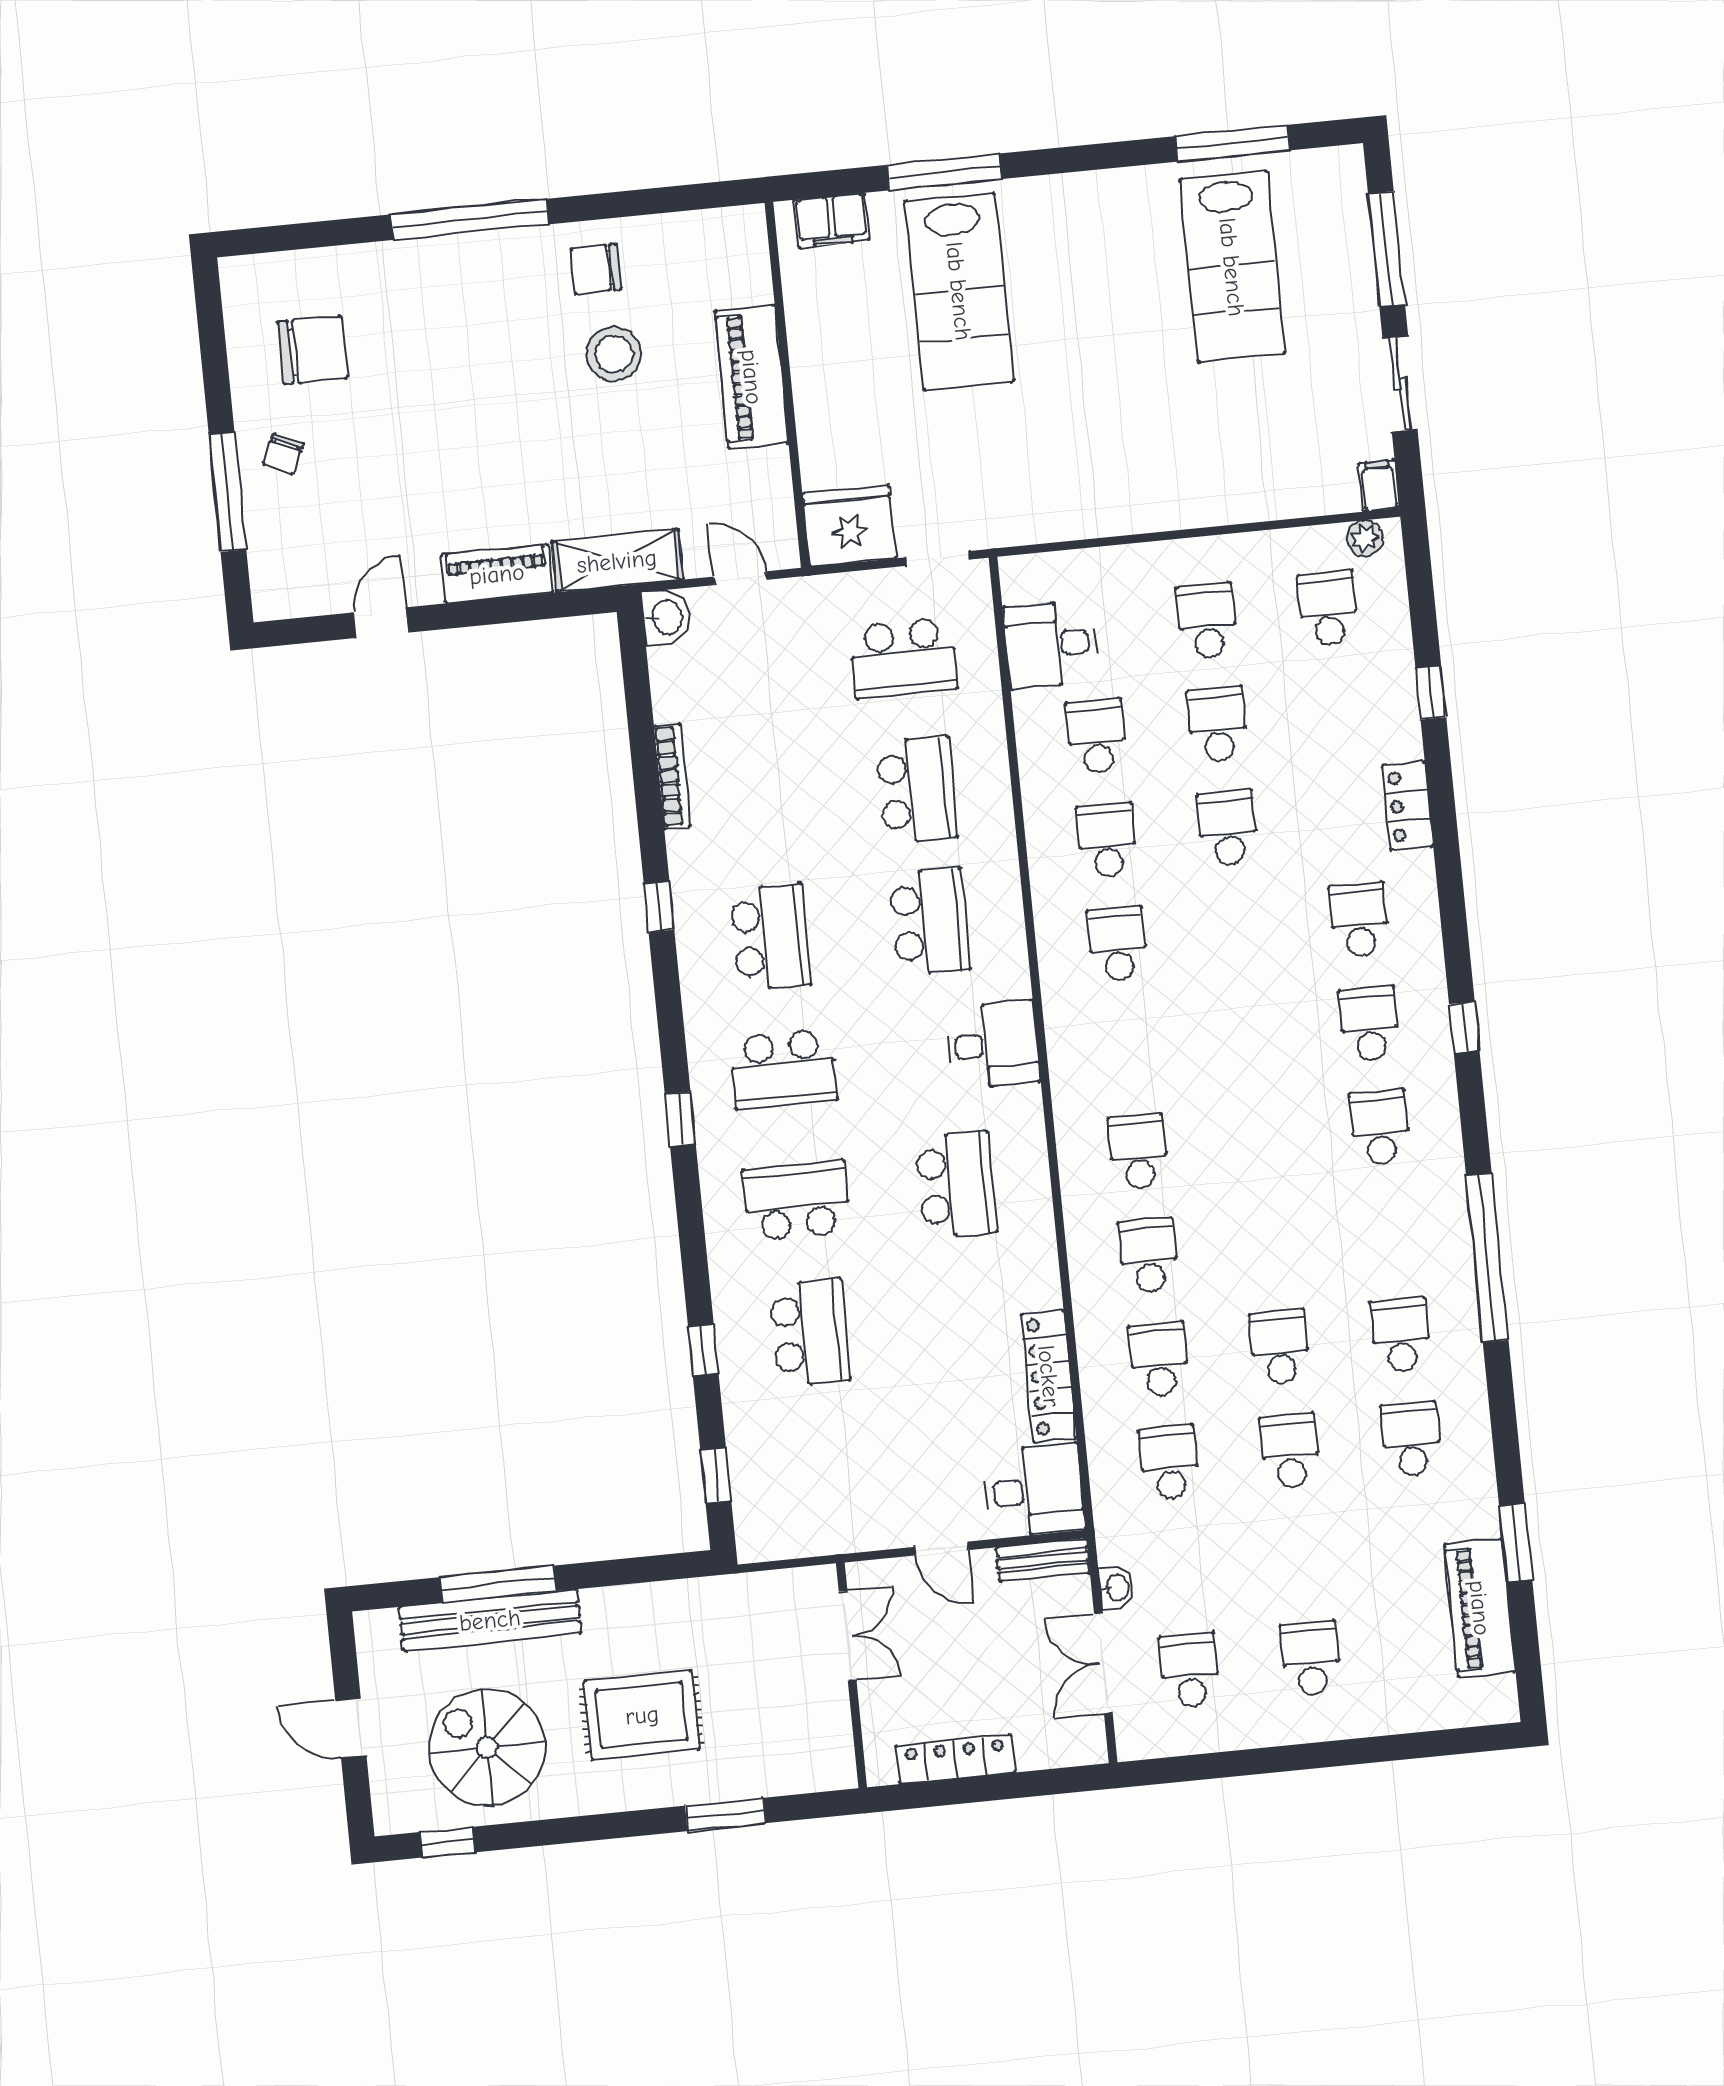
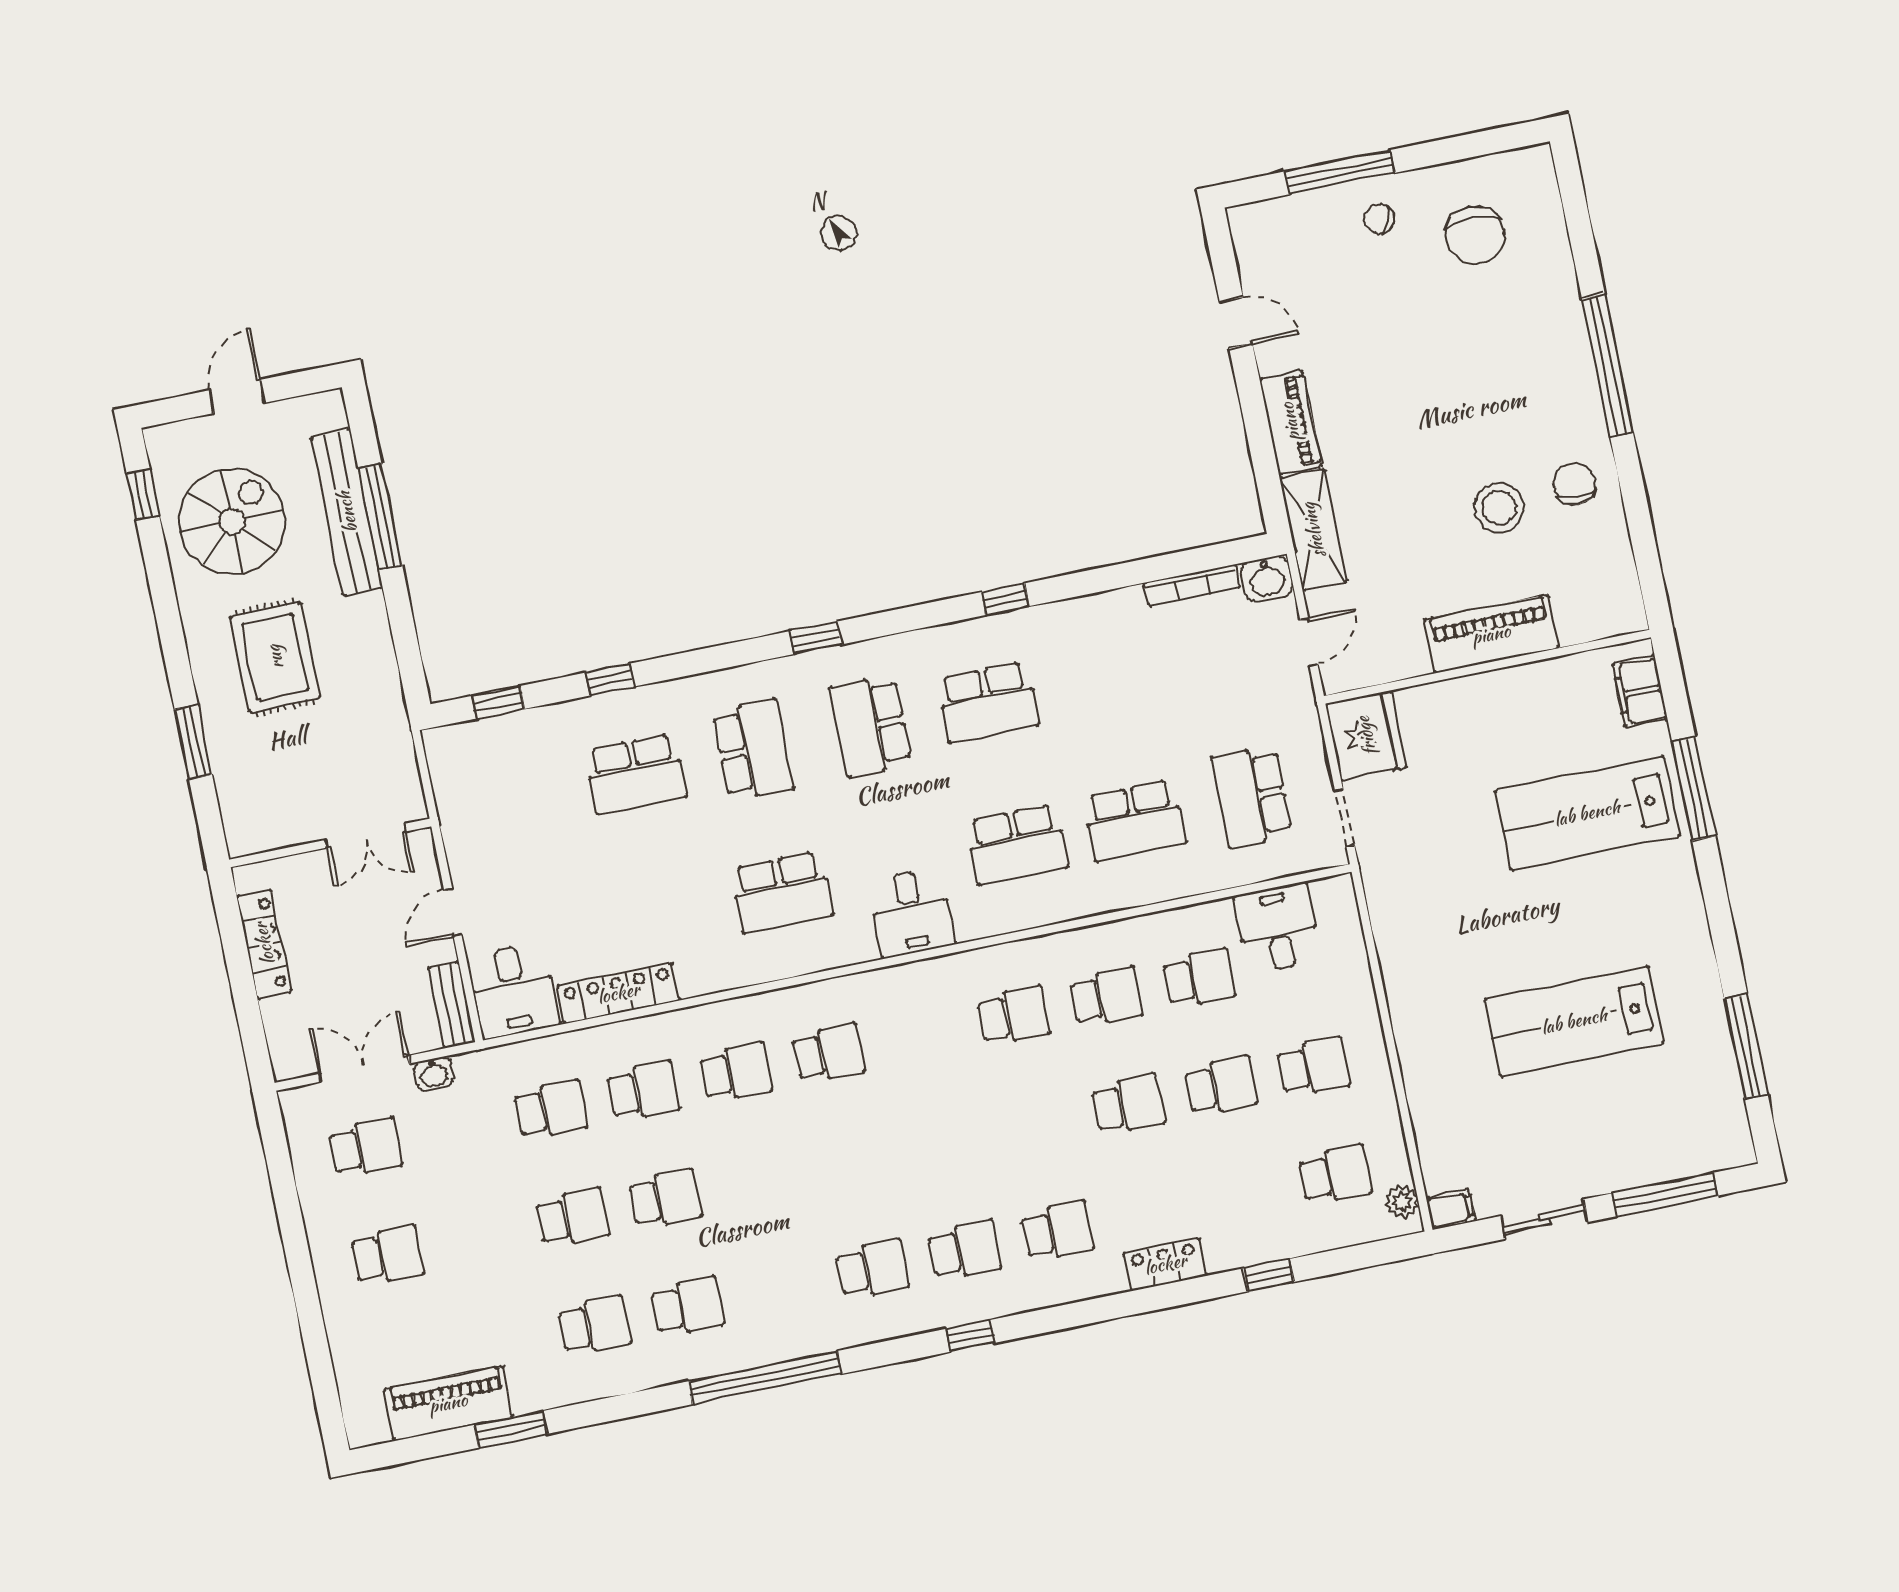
lab bench: (1232, 267) -> (1574, 1021), moved
bookcase: (672, 776) -> (1192, 585), moved

